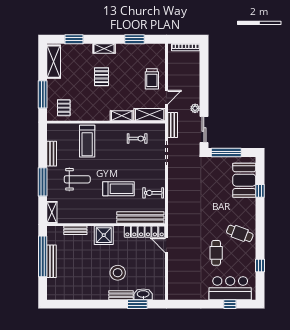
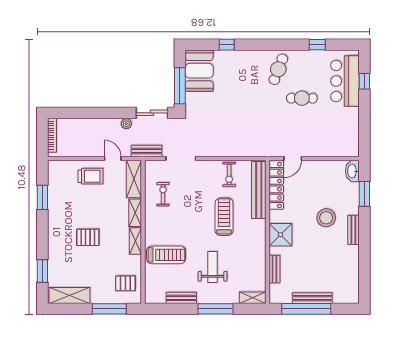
shelving: (104, 49) -> (135, 241), moved
booth: (244, 180) -> (199, 71), moved, turned 90
washbasin: (143, 294) -> (352, 171), moved
bench: (121, 295) -> (353, 230), moved

